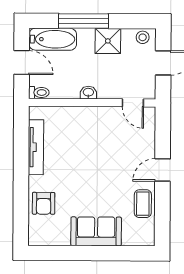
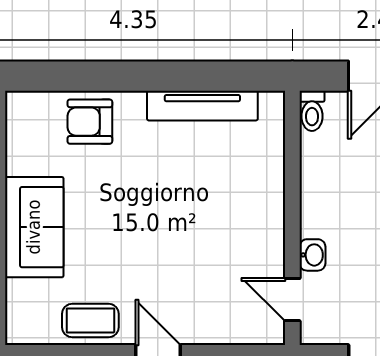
washbasin: (88, 93) -> (312, 255), moved
door: (133, 103) -> (292, 300), hinge flipped

